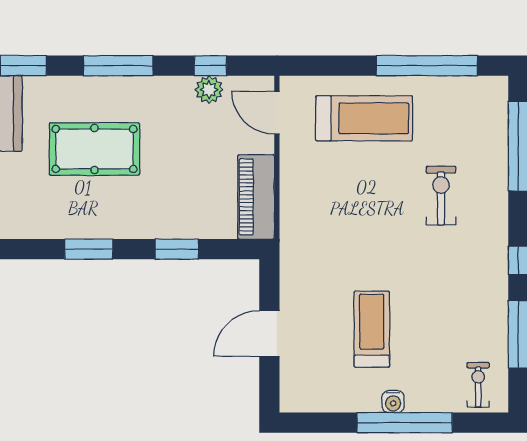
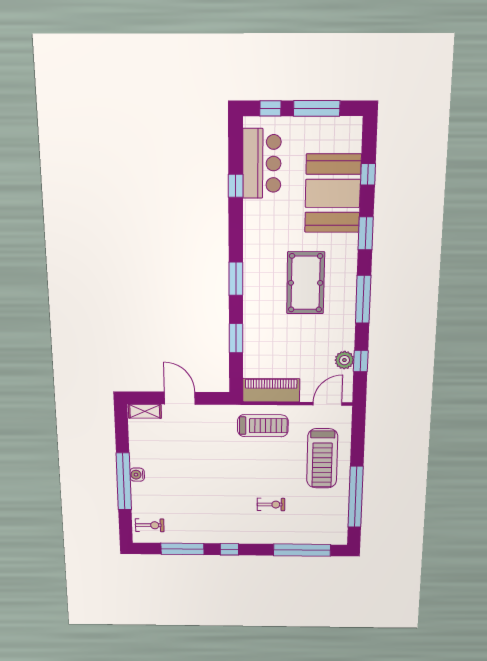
exercise bike: (441, 196) -> (271, 504), width x0.73, depth x0.72
treadmill: (372, 329) -> (263, 426), moved
shelving: (290, 387) -> (145, 411), added

